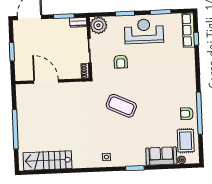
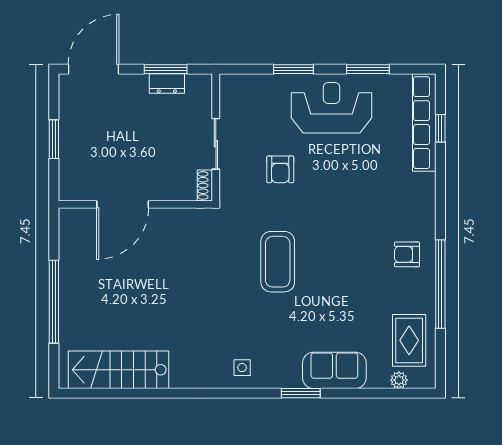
dresser: (78, 22) -> (167, 84), moved
plant: (98, 25) -> (237, 91), removed
row of seats: (188, 30) -> (424, 123), width x1.36
door: (46, 81) -> (123, 204), swing flipped
coffee table: (121, 106) -> (278, 262), turned 65
armchair: (187, 114) -> (407, 254), moved
sofa: (161, 156) -> (334, 370), moved

